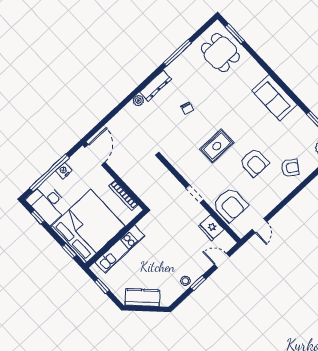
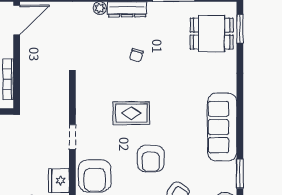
dining table: (220, 53) -> (212, 34), turned 90
sofa: (274, 98) -> (222, 127), width x1.36

